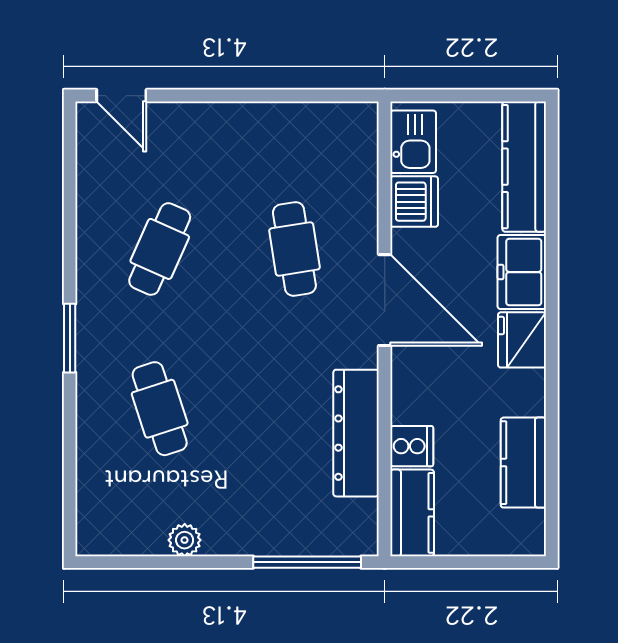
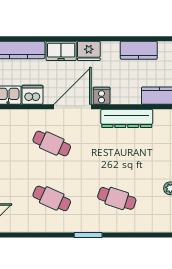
cafe table: (294, 249) -> (52, 144), turned 33
cafe table: (160, 409) -> (117, 198), turned 36
cooker: (412, 446) -> (102, 96), moved

